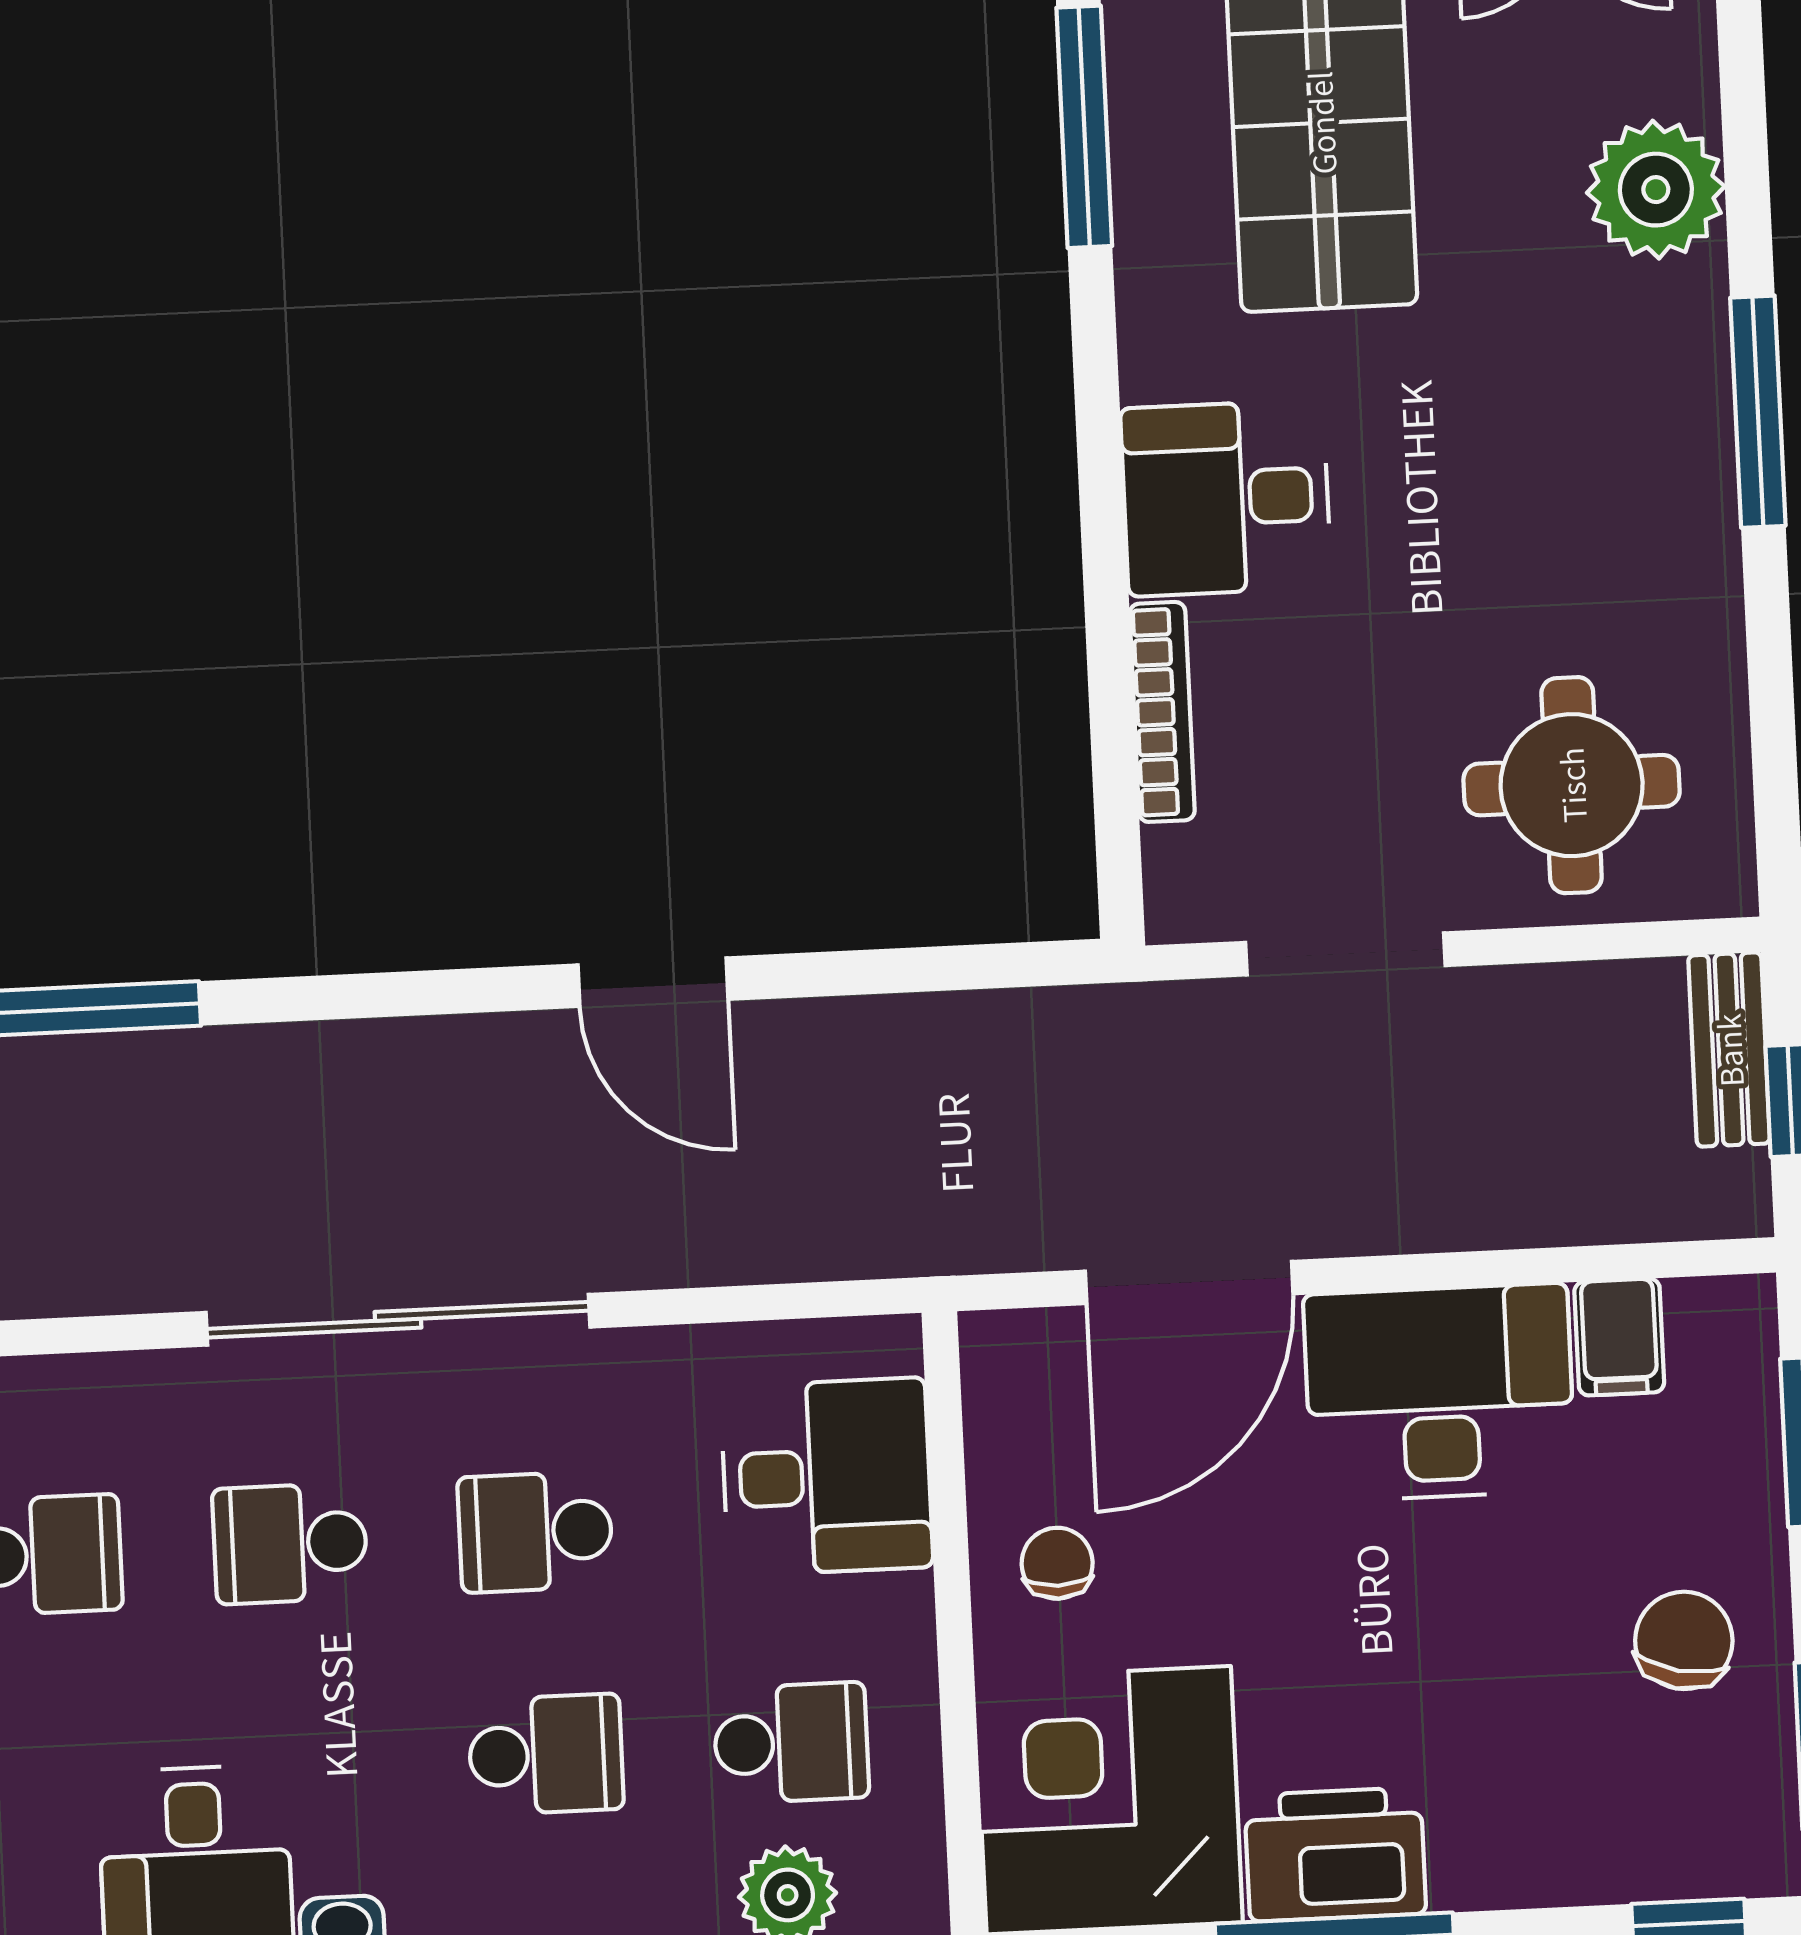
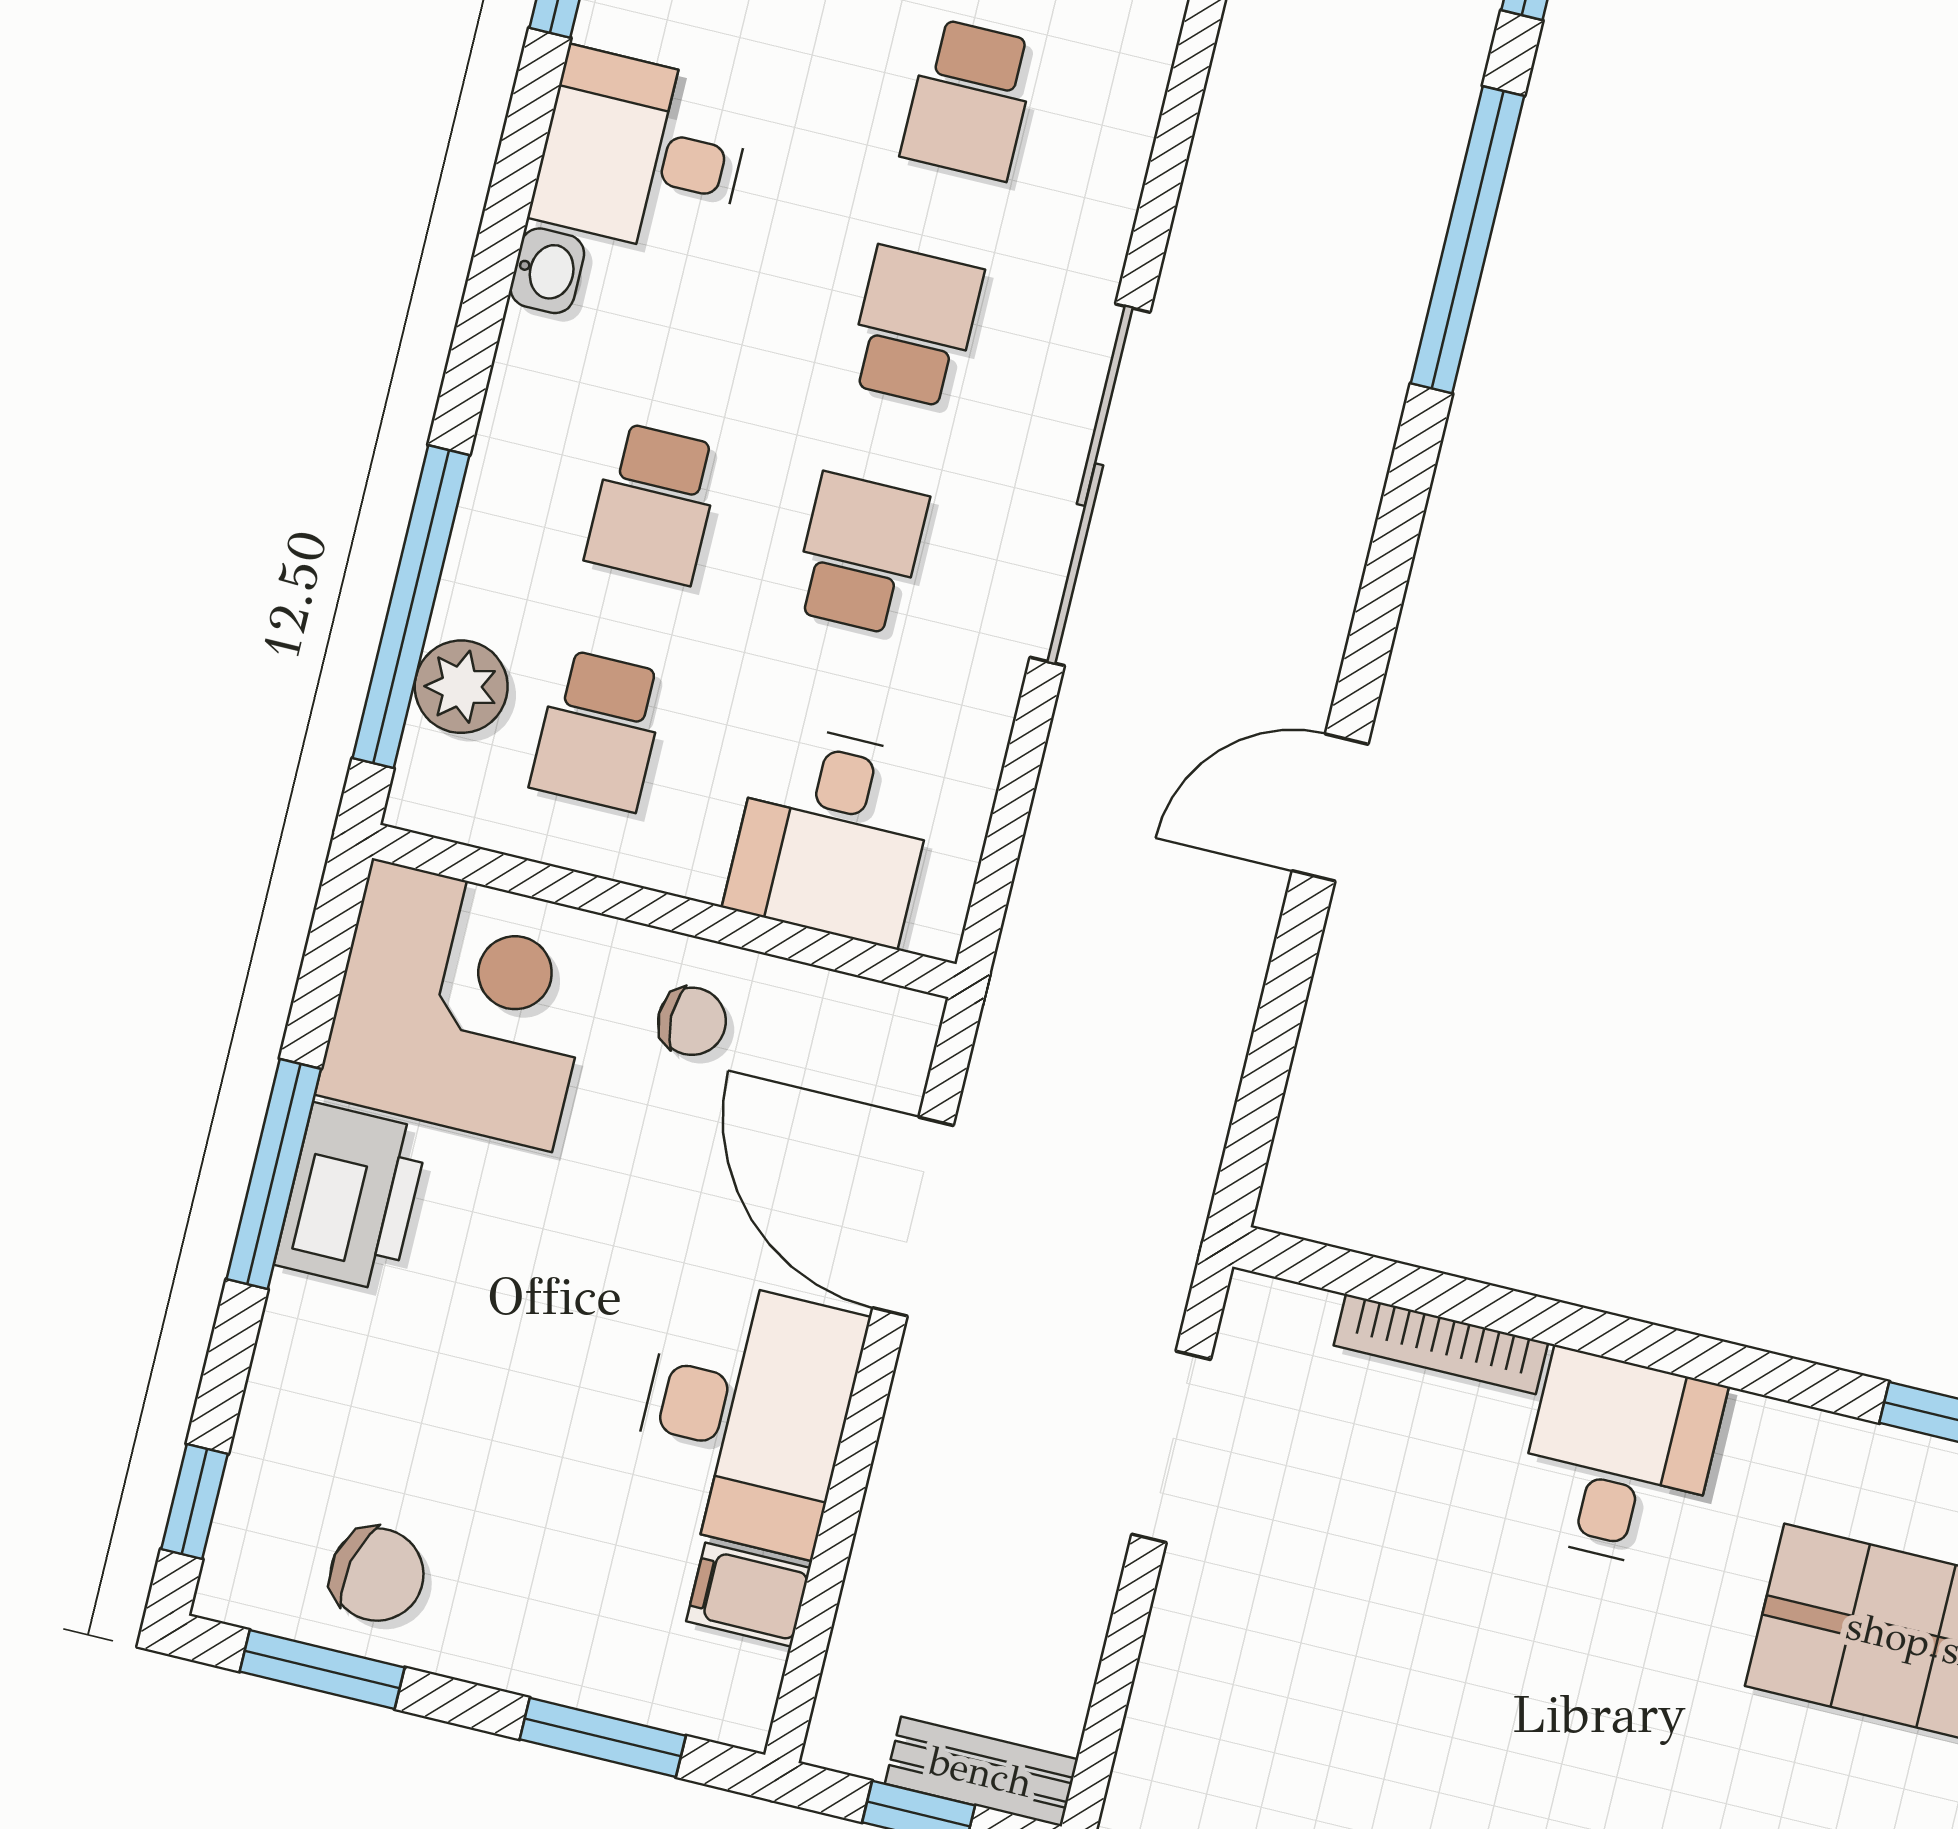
round table: (1572, 785) -> (1265, 1698), removed
chair: (1684, 1640) -> (377, 1574), moved

